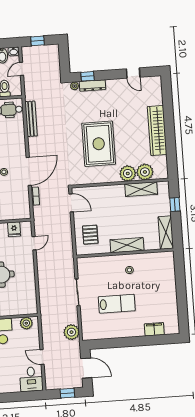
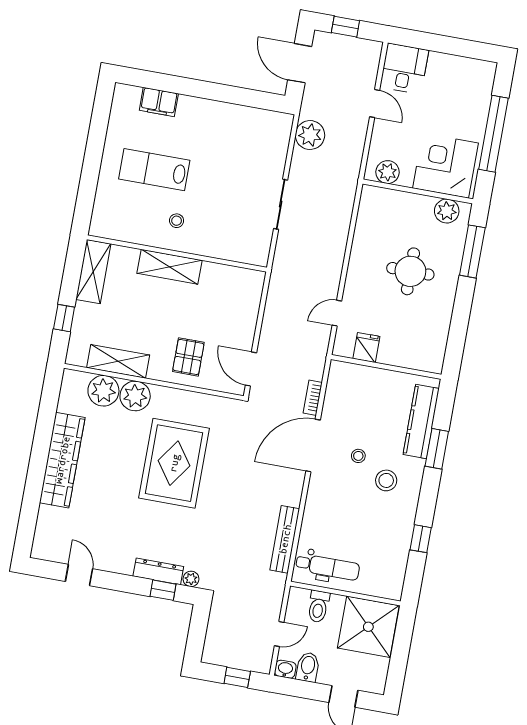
pallet: (90, 235) -> (188, 357), moved
lab bench: (117, 304) -> (154, 170), moved

